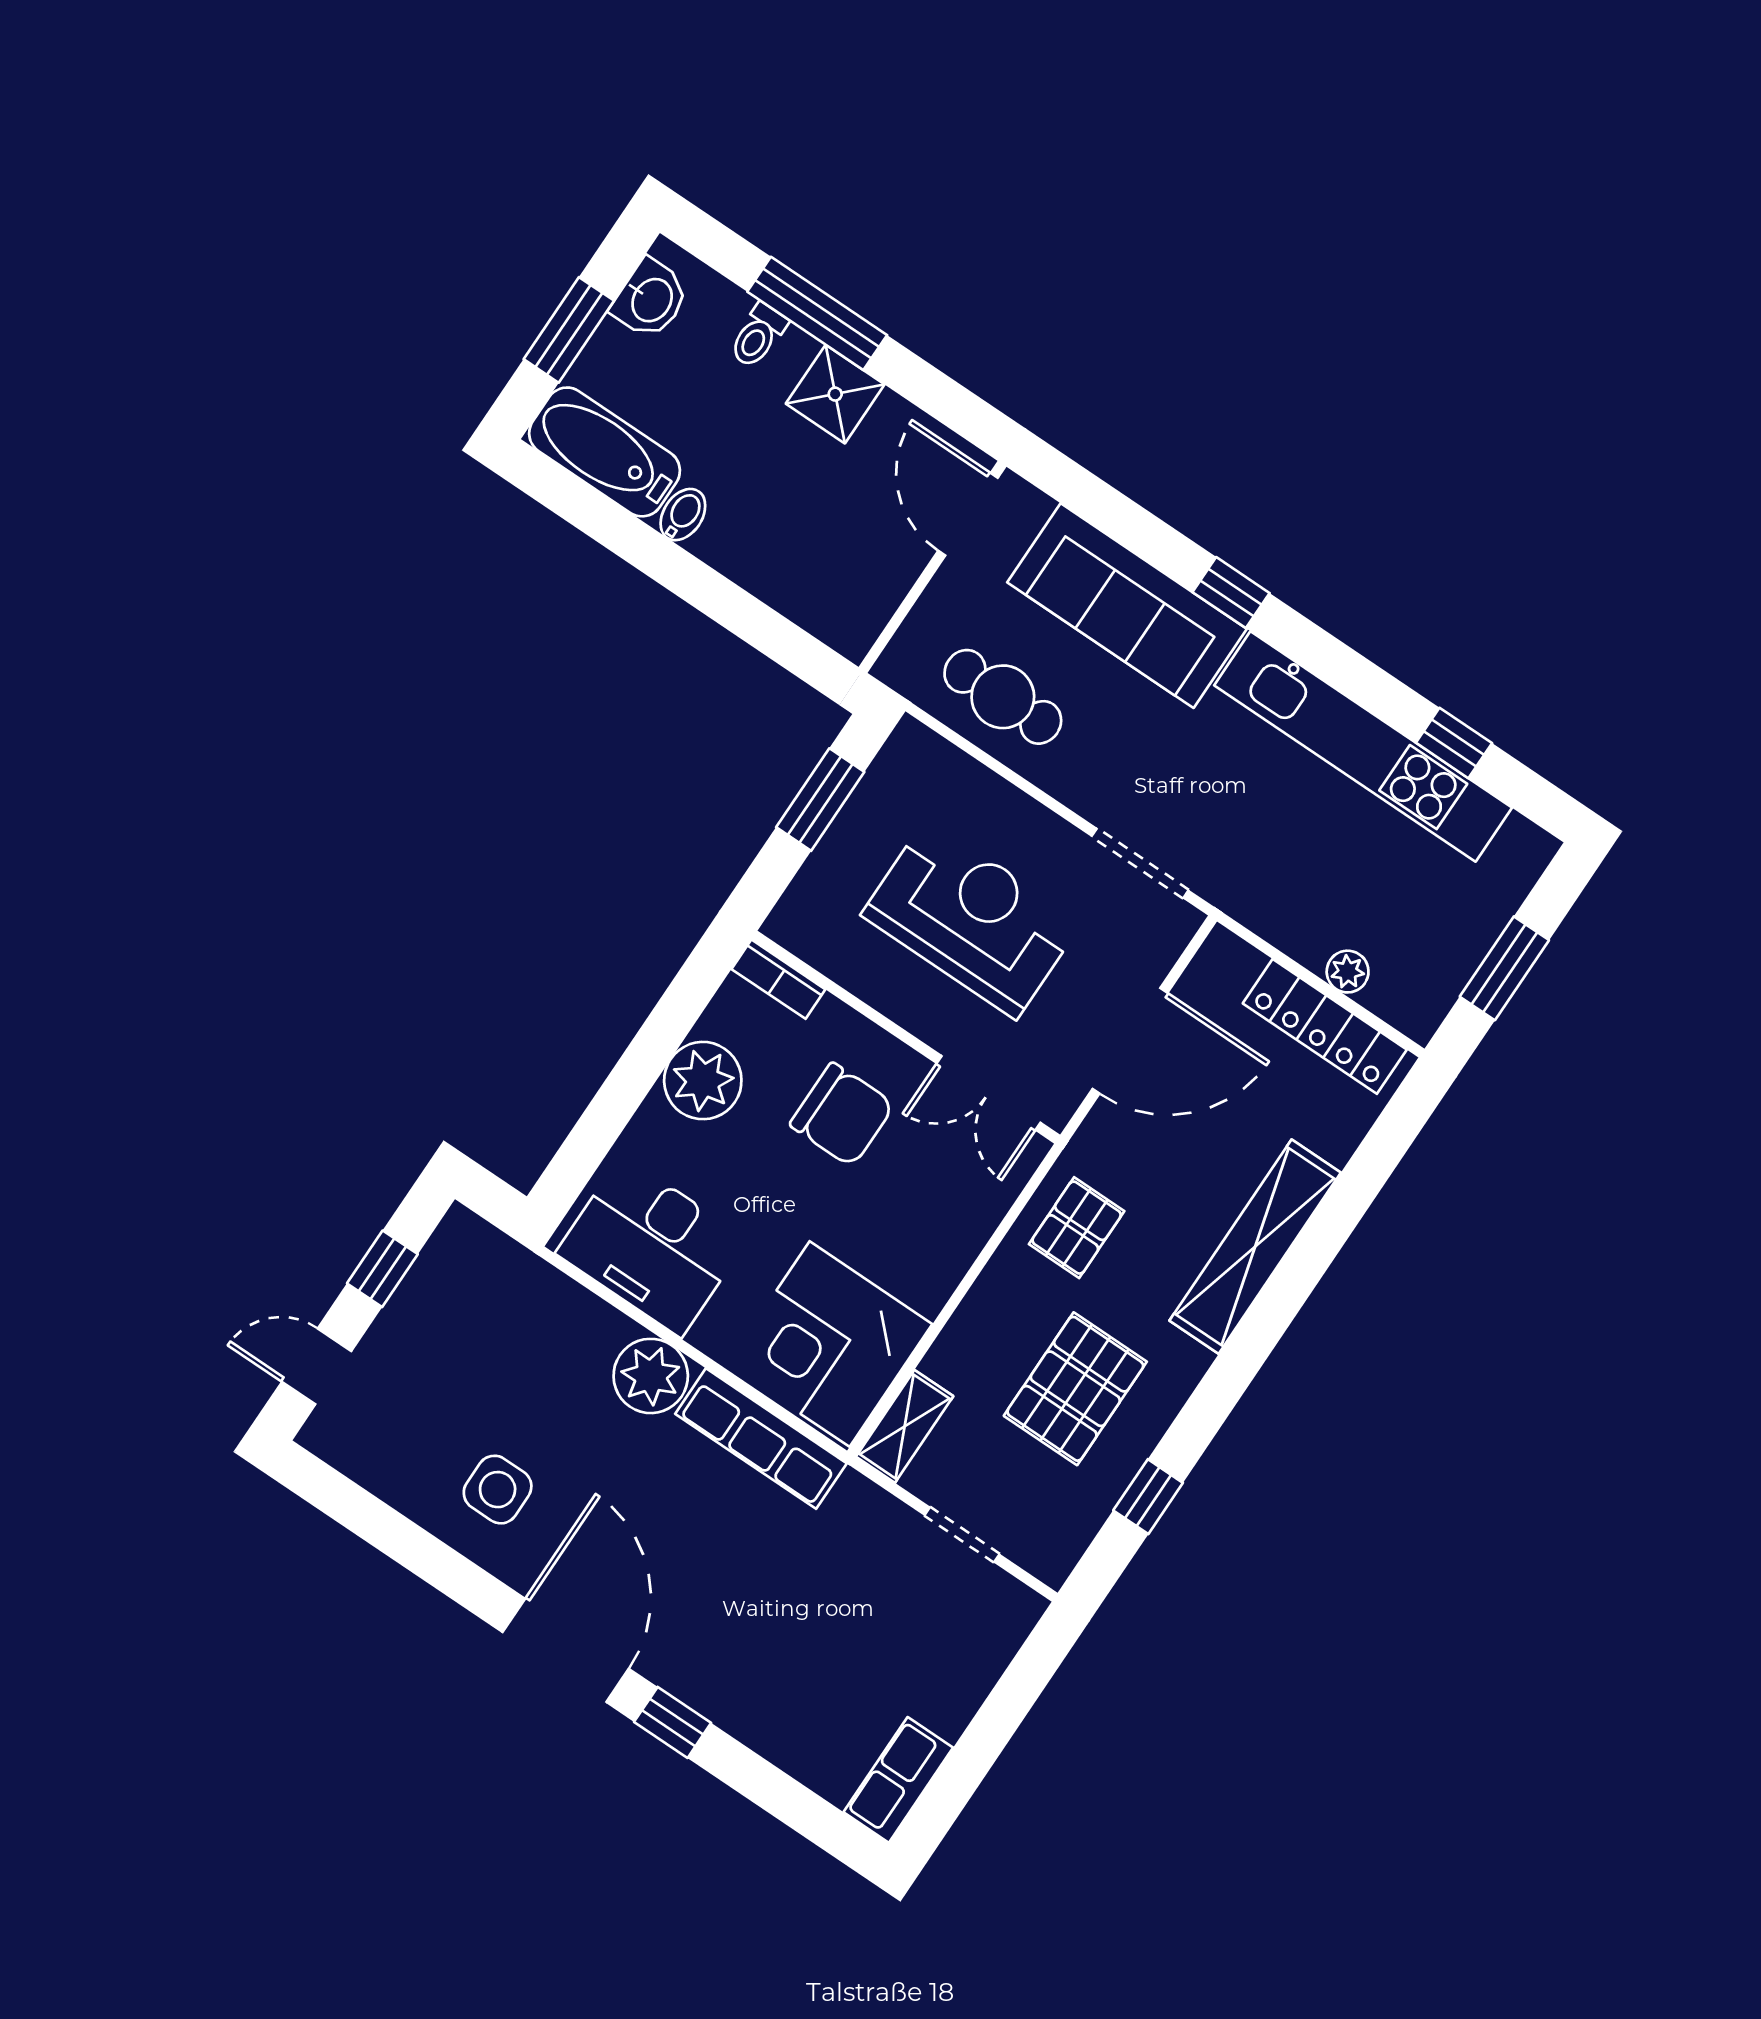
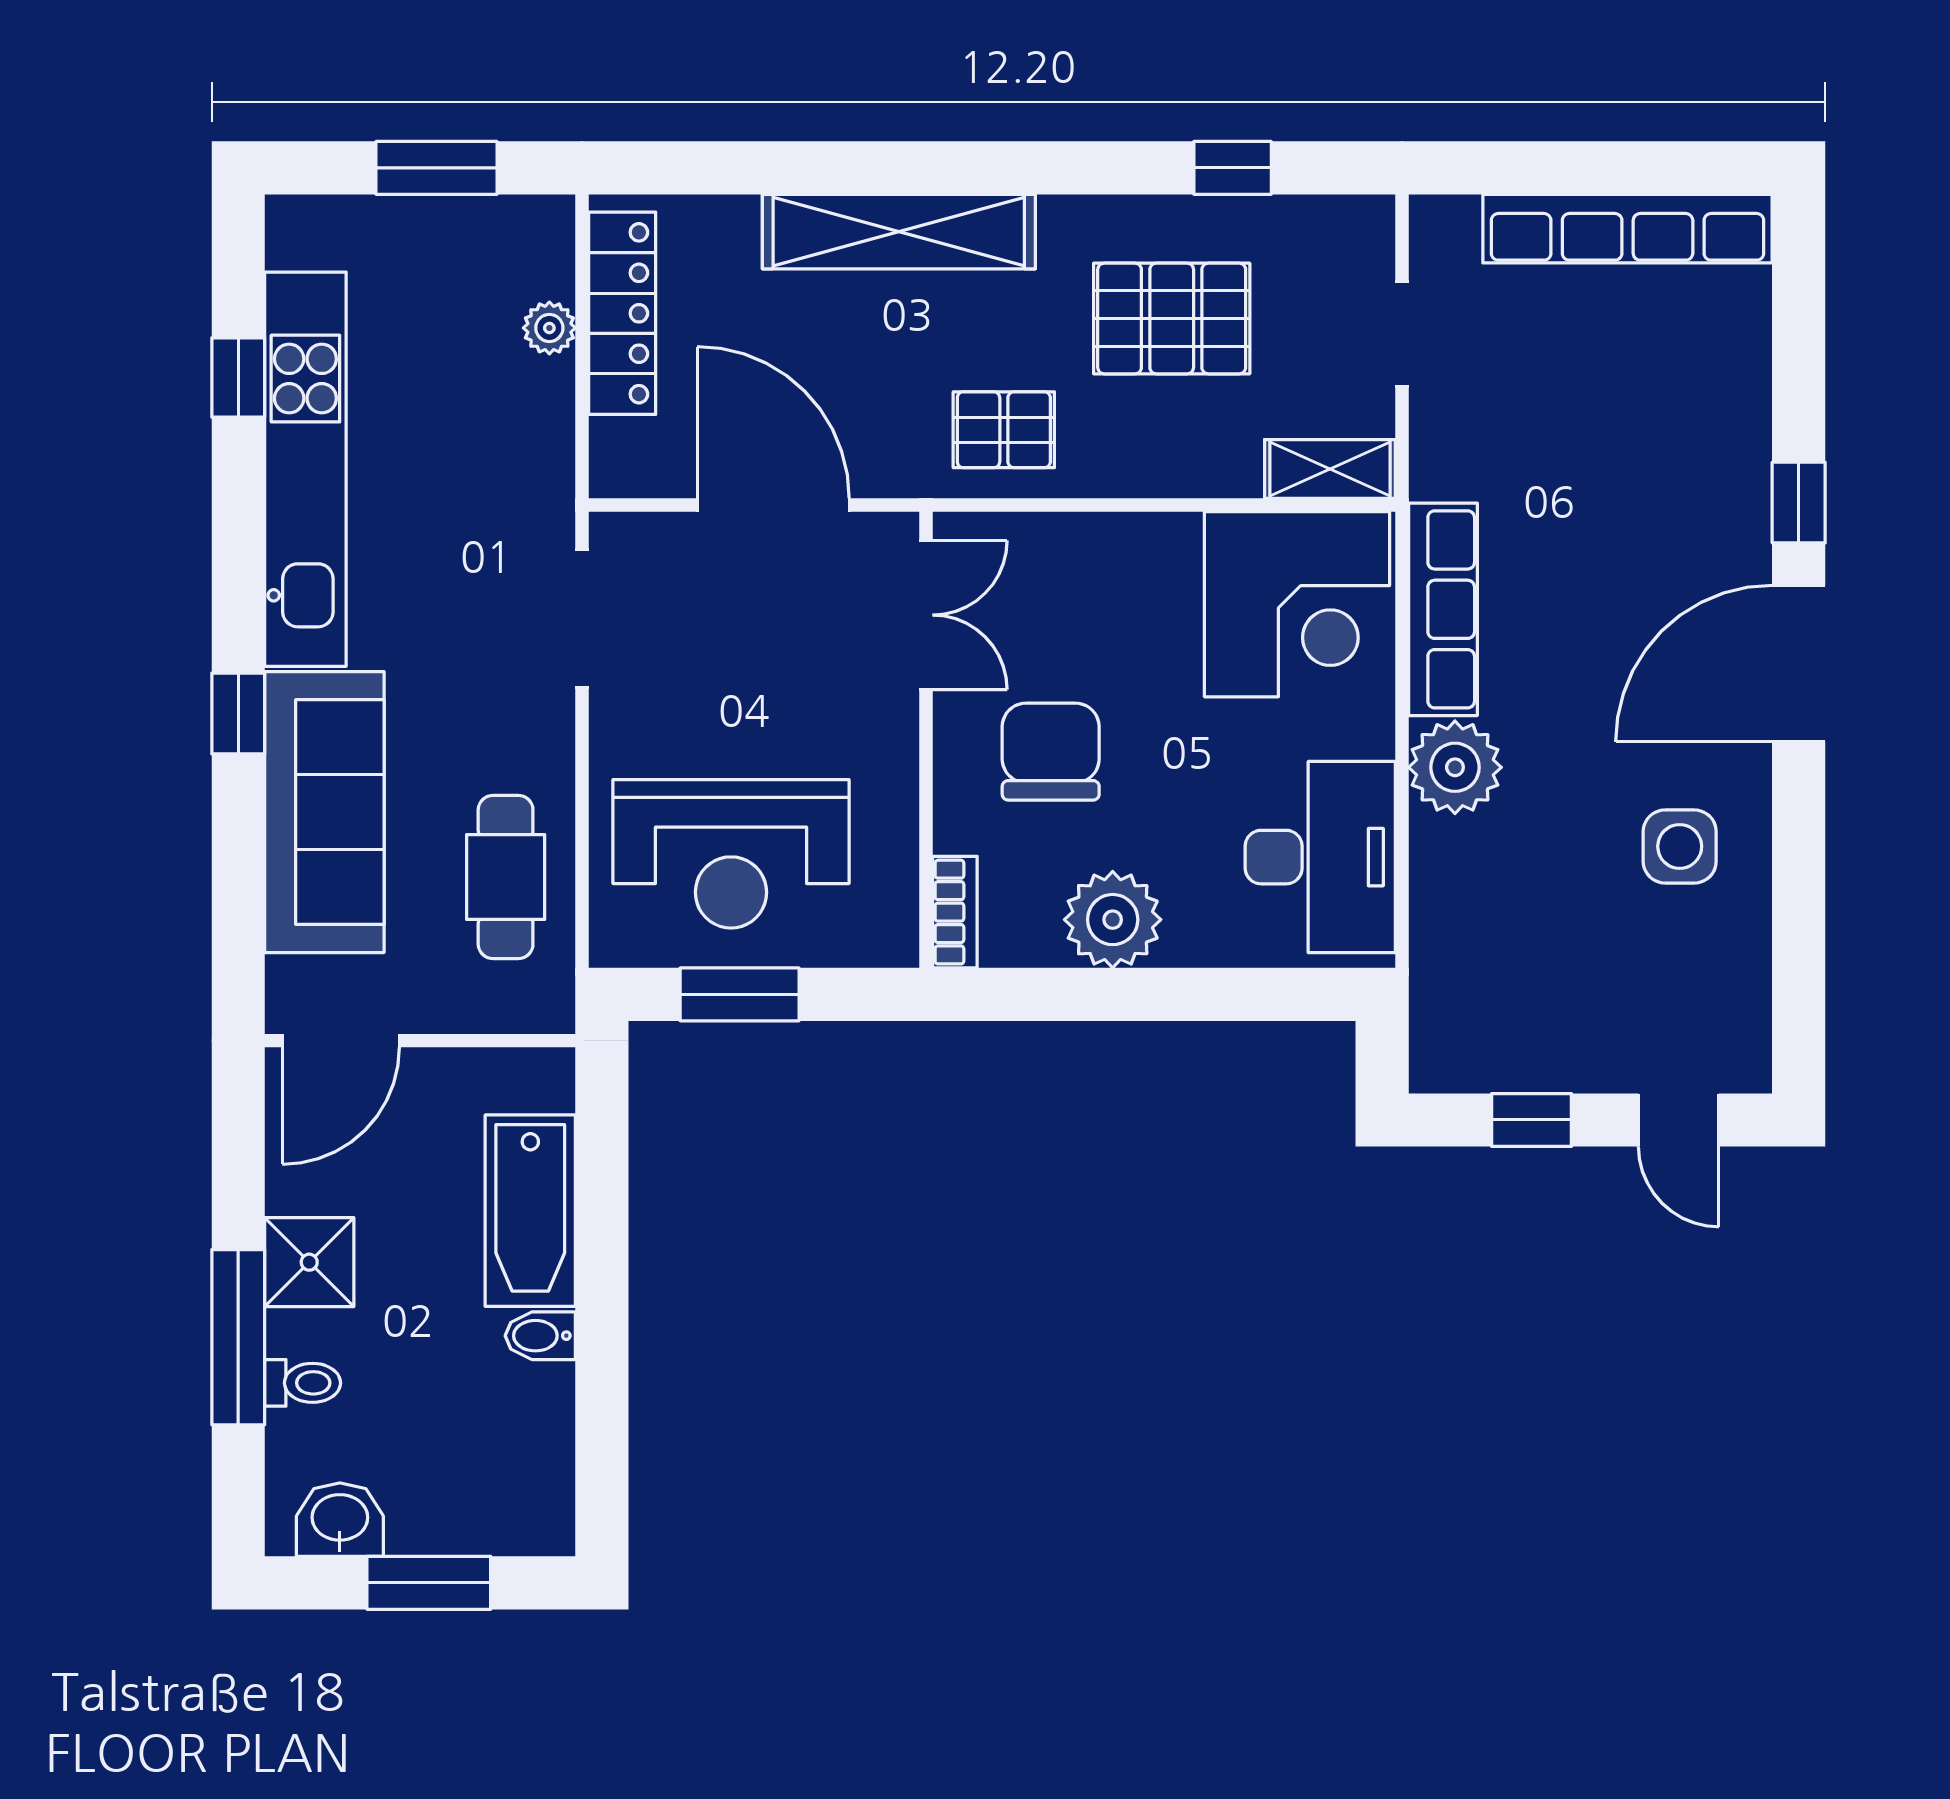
bathtub: (605, 452) -> (530, 1211), moved
reception desk: (971, 919) -> (731, 854), moved, turned -90
row of seats: (898, 1780) -> (1628, 229), width x2.02

